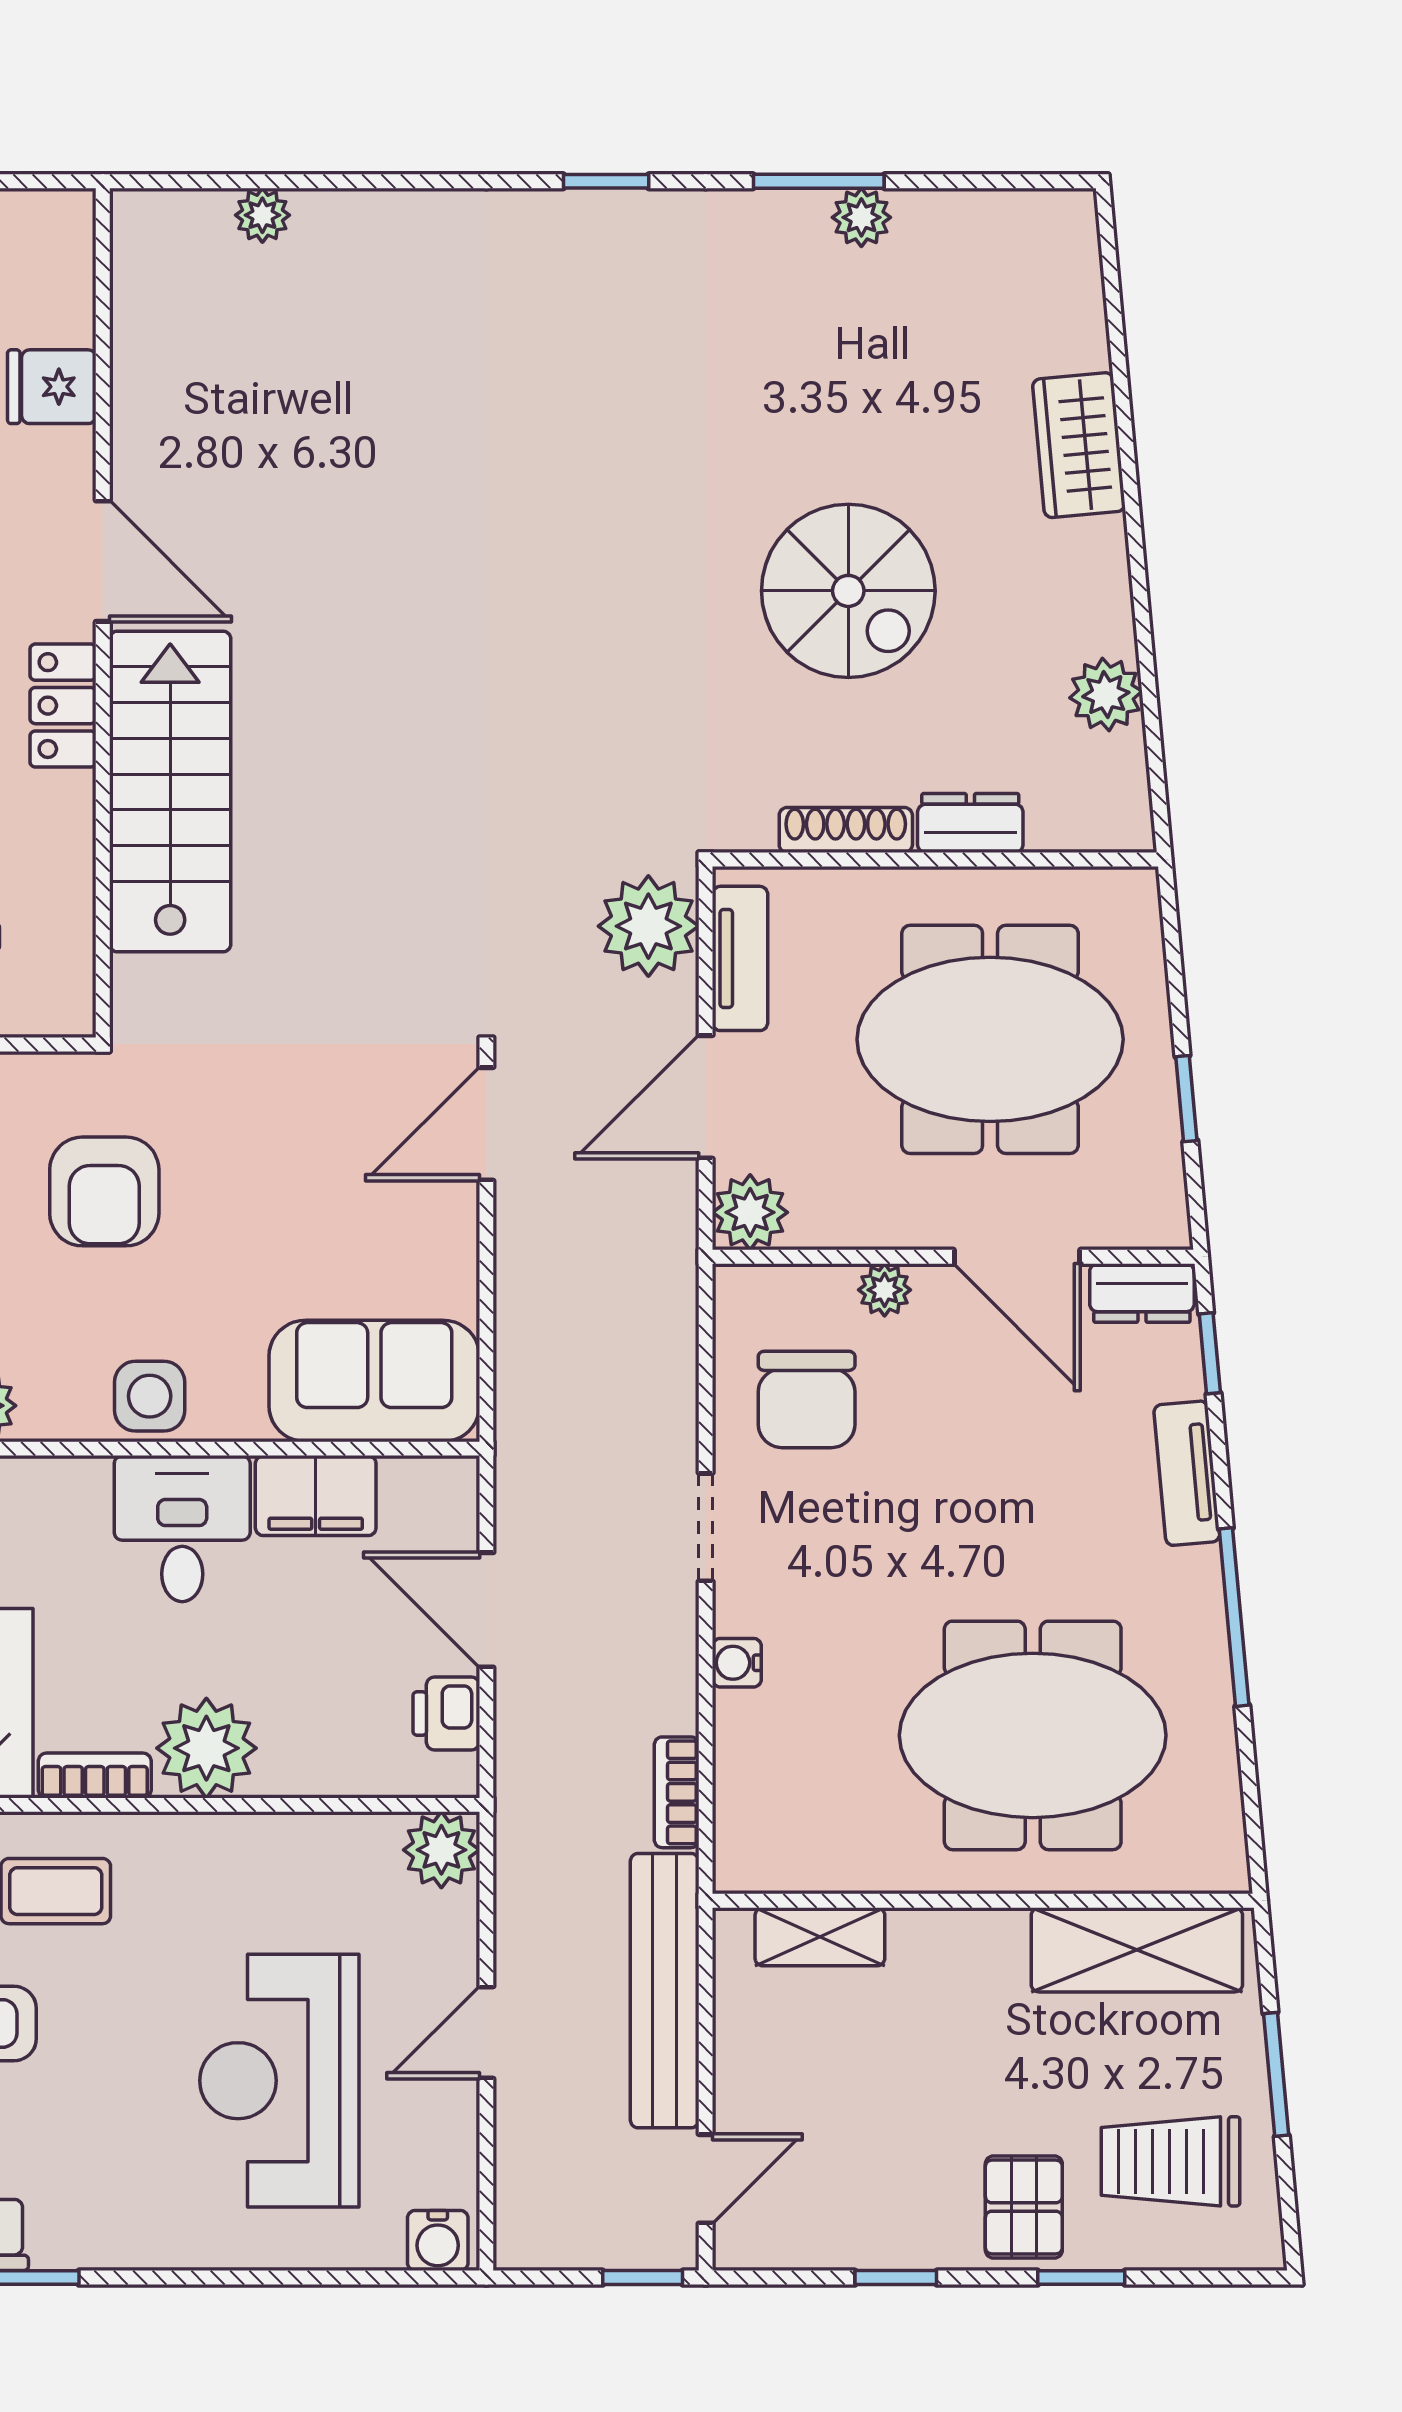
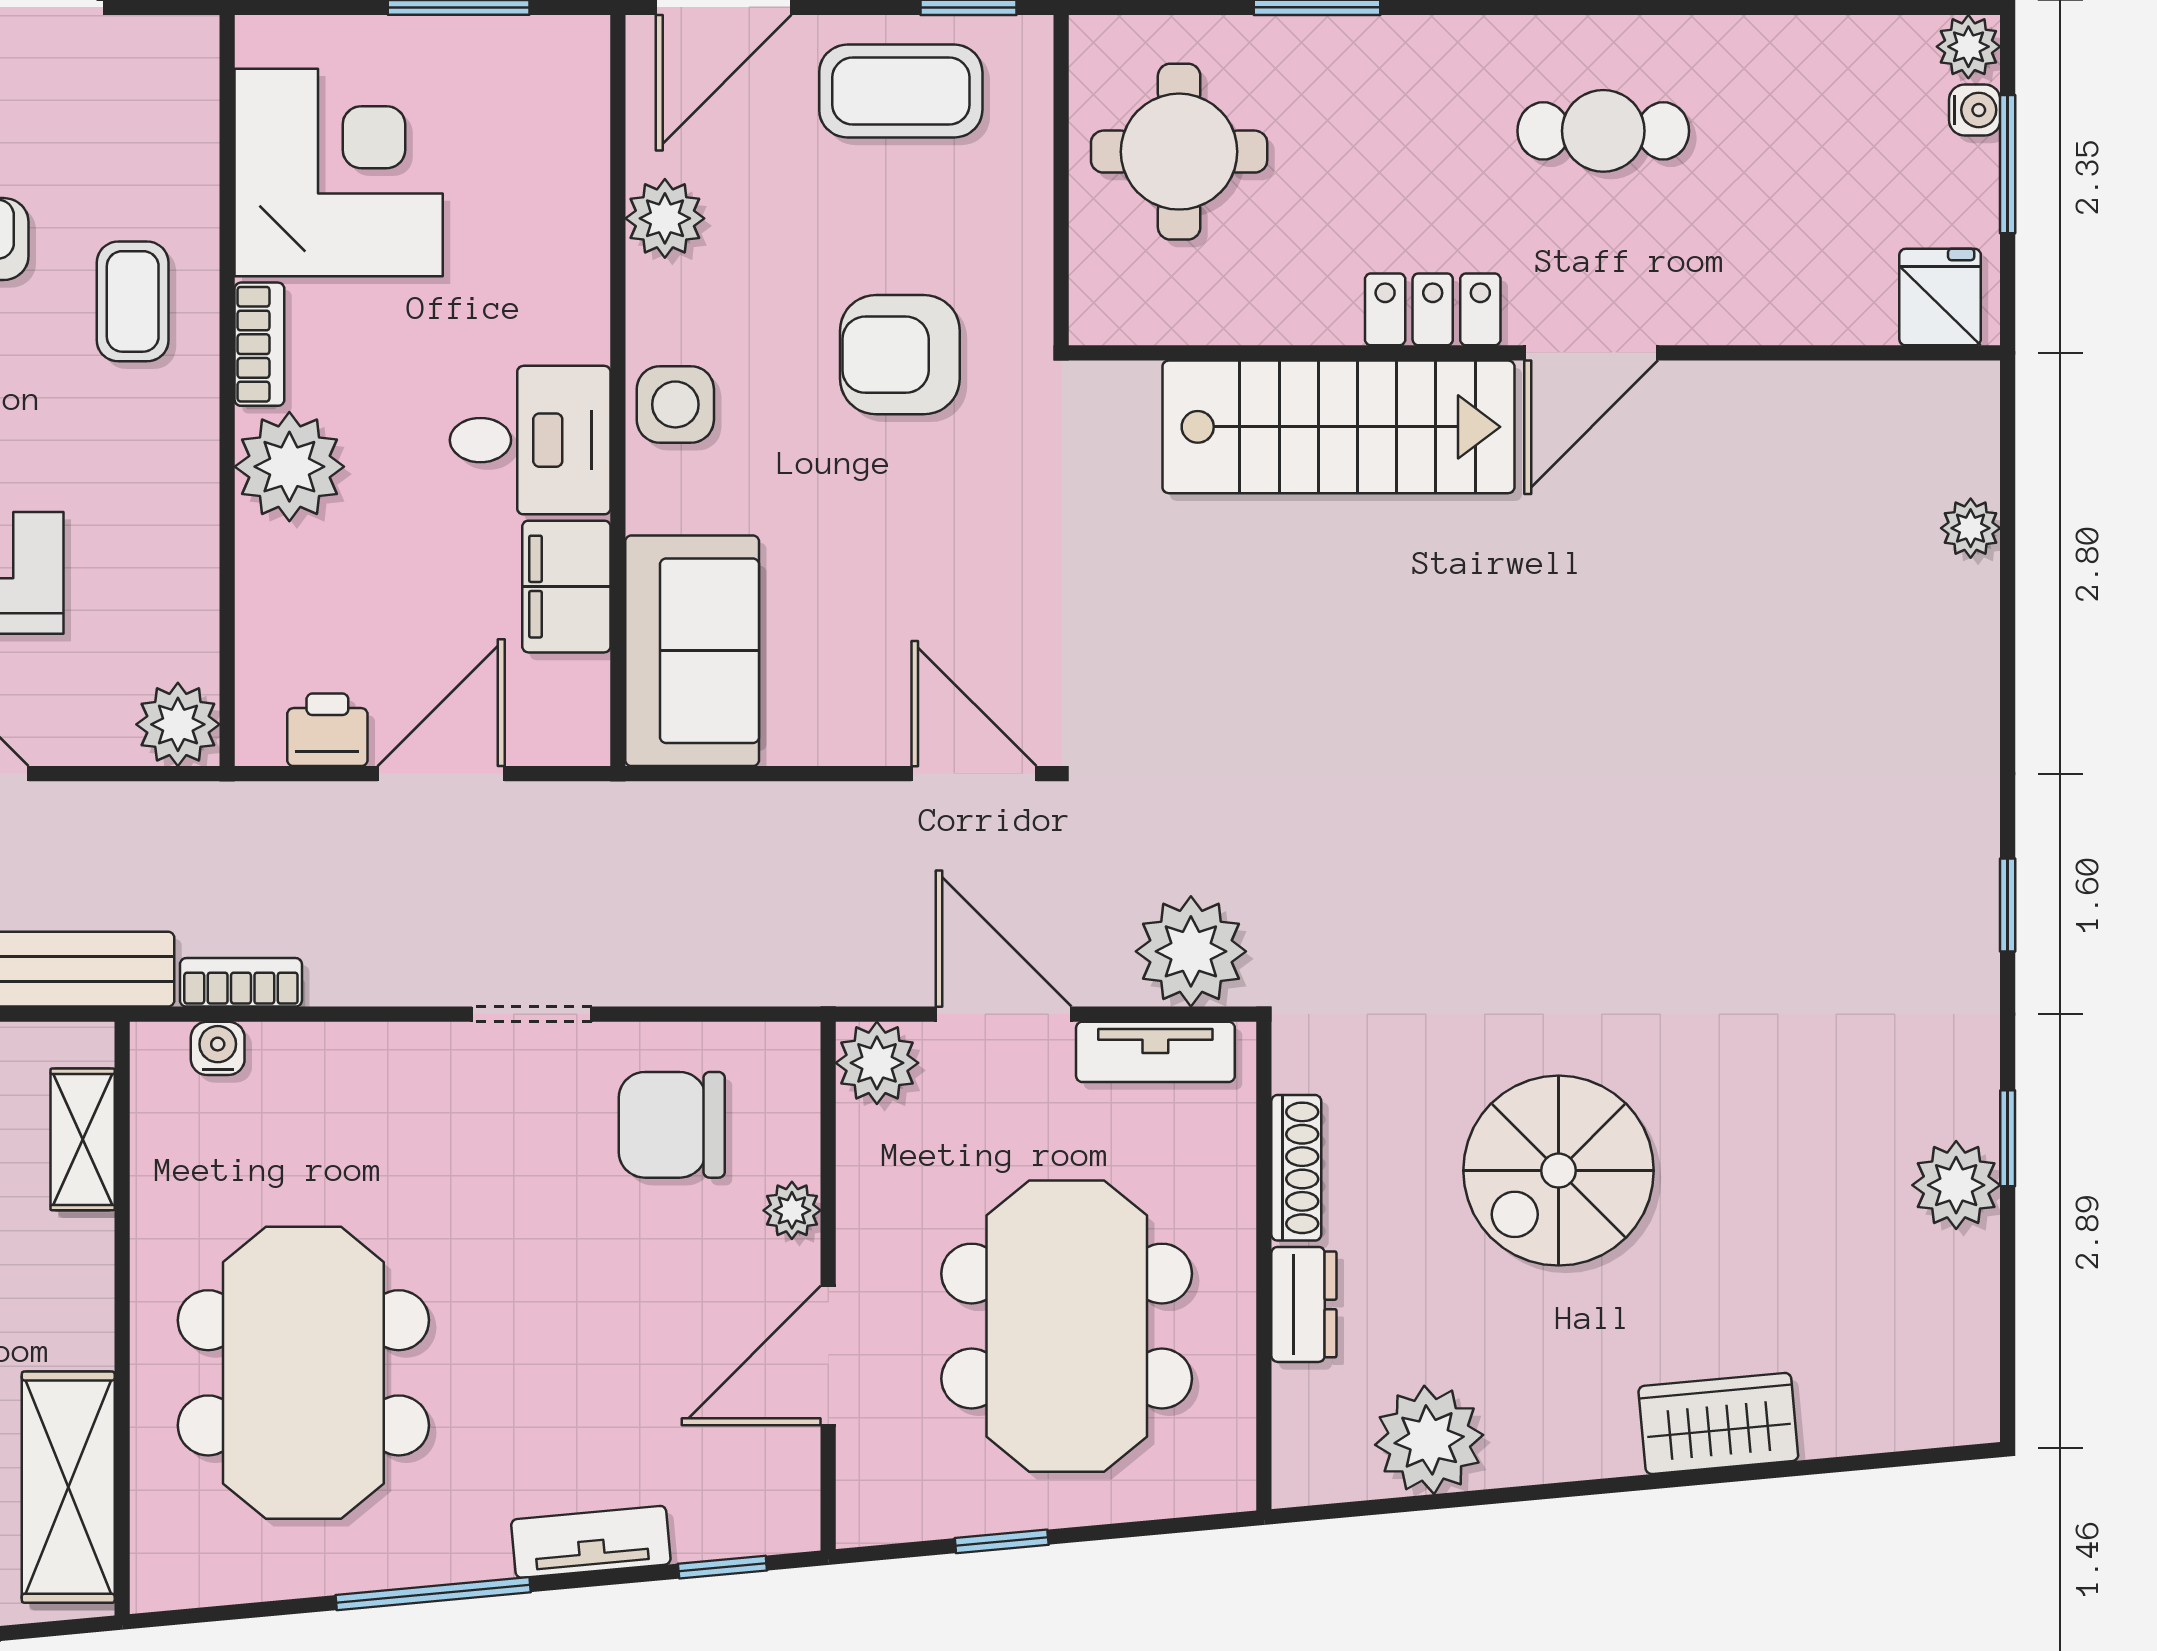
window: (819, 181) -> (2008, 1138), width x0.67
plant: (861, 217) -> (1956, 1185), width x1.38, depth x1.38
fridge: (52, 387) -> (1940, 297), moved
plant: (1106, 694) -> (1429, 1440), width x1.36, depth x1.36
dresser: (1142, 1293) -> (789, 1493), removed
water cooler: (737, 1663) -> (218, 1048), moved

